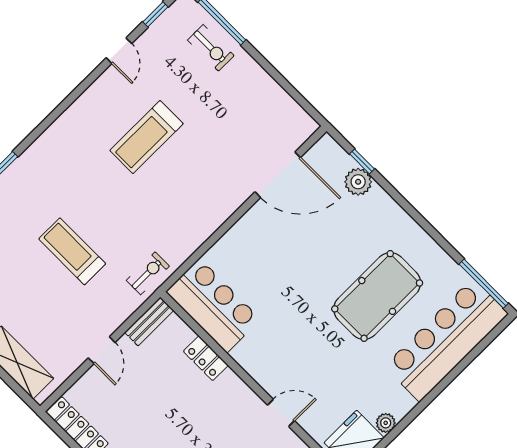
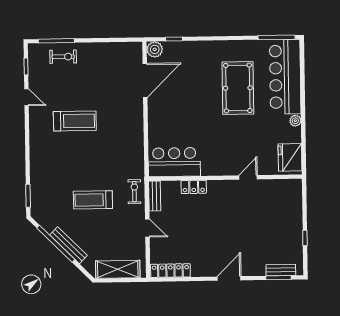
treadmill: (146, 137) -> (75, 121), turned -90
plant: (358, 182) -> (155, 49), moved
exercise bike: (148, 273) -> (134, 192), moved
plant: (386, 423) -> (295, 121), moved

